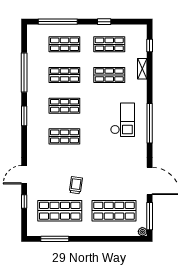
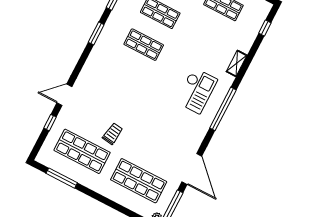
shelving: (142, 69) -> (237, 63), moved
shop shelf: (109, 75) -> (207, 37), removed
shop shelf: (64, 136) -> (127, 77), removed

